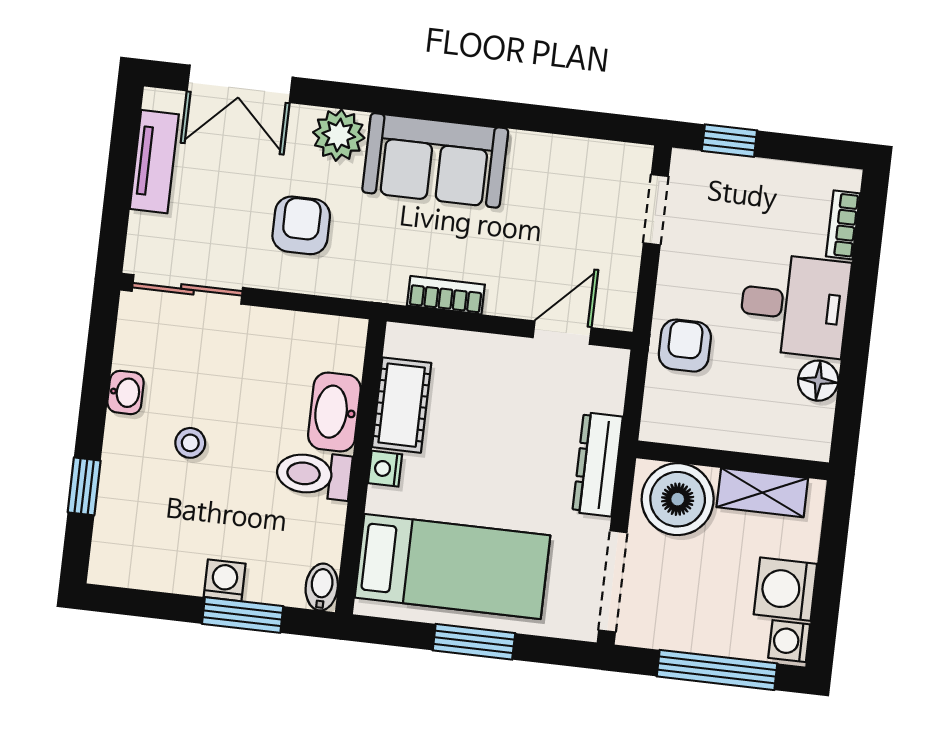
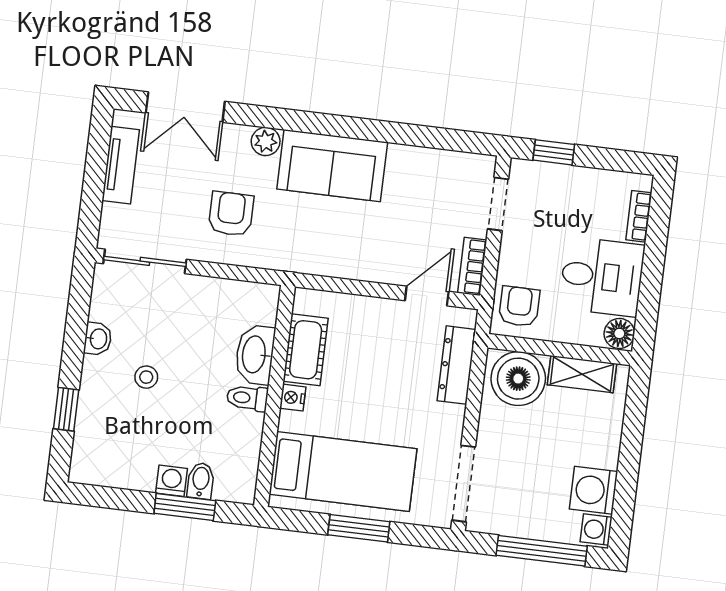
plant: (339, 135) -> (266, 141), width x0.73, depth x0.73
bookcase: (446, 295) -> (472, 266), moved, turned -90
wall: (733, 460) -> (560, 350), moved
dresser: (598, 464) -> (457, 365), moved
toilet: (314, 475) -> (247, 398), width x0.73, depth x0.72
shelving: (762, 493) -> (582, 374), moved
boiler: (678, 499) -> (518, 379), moved
bidet: (322, 587) -> (201, 481), moved

